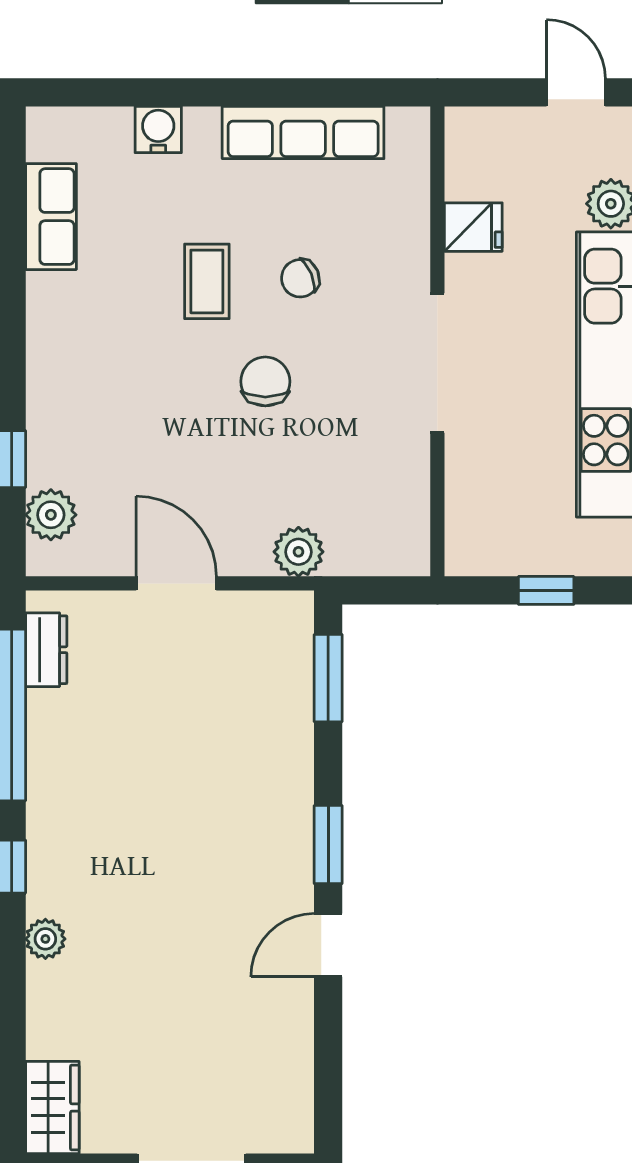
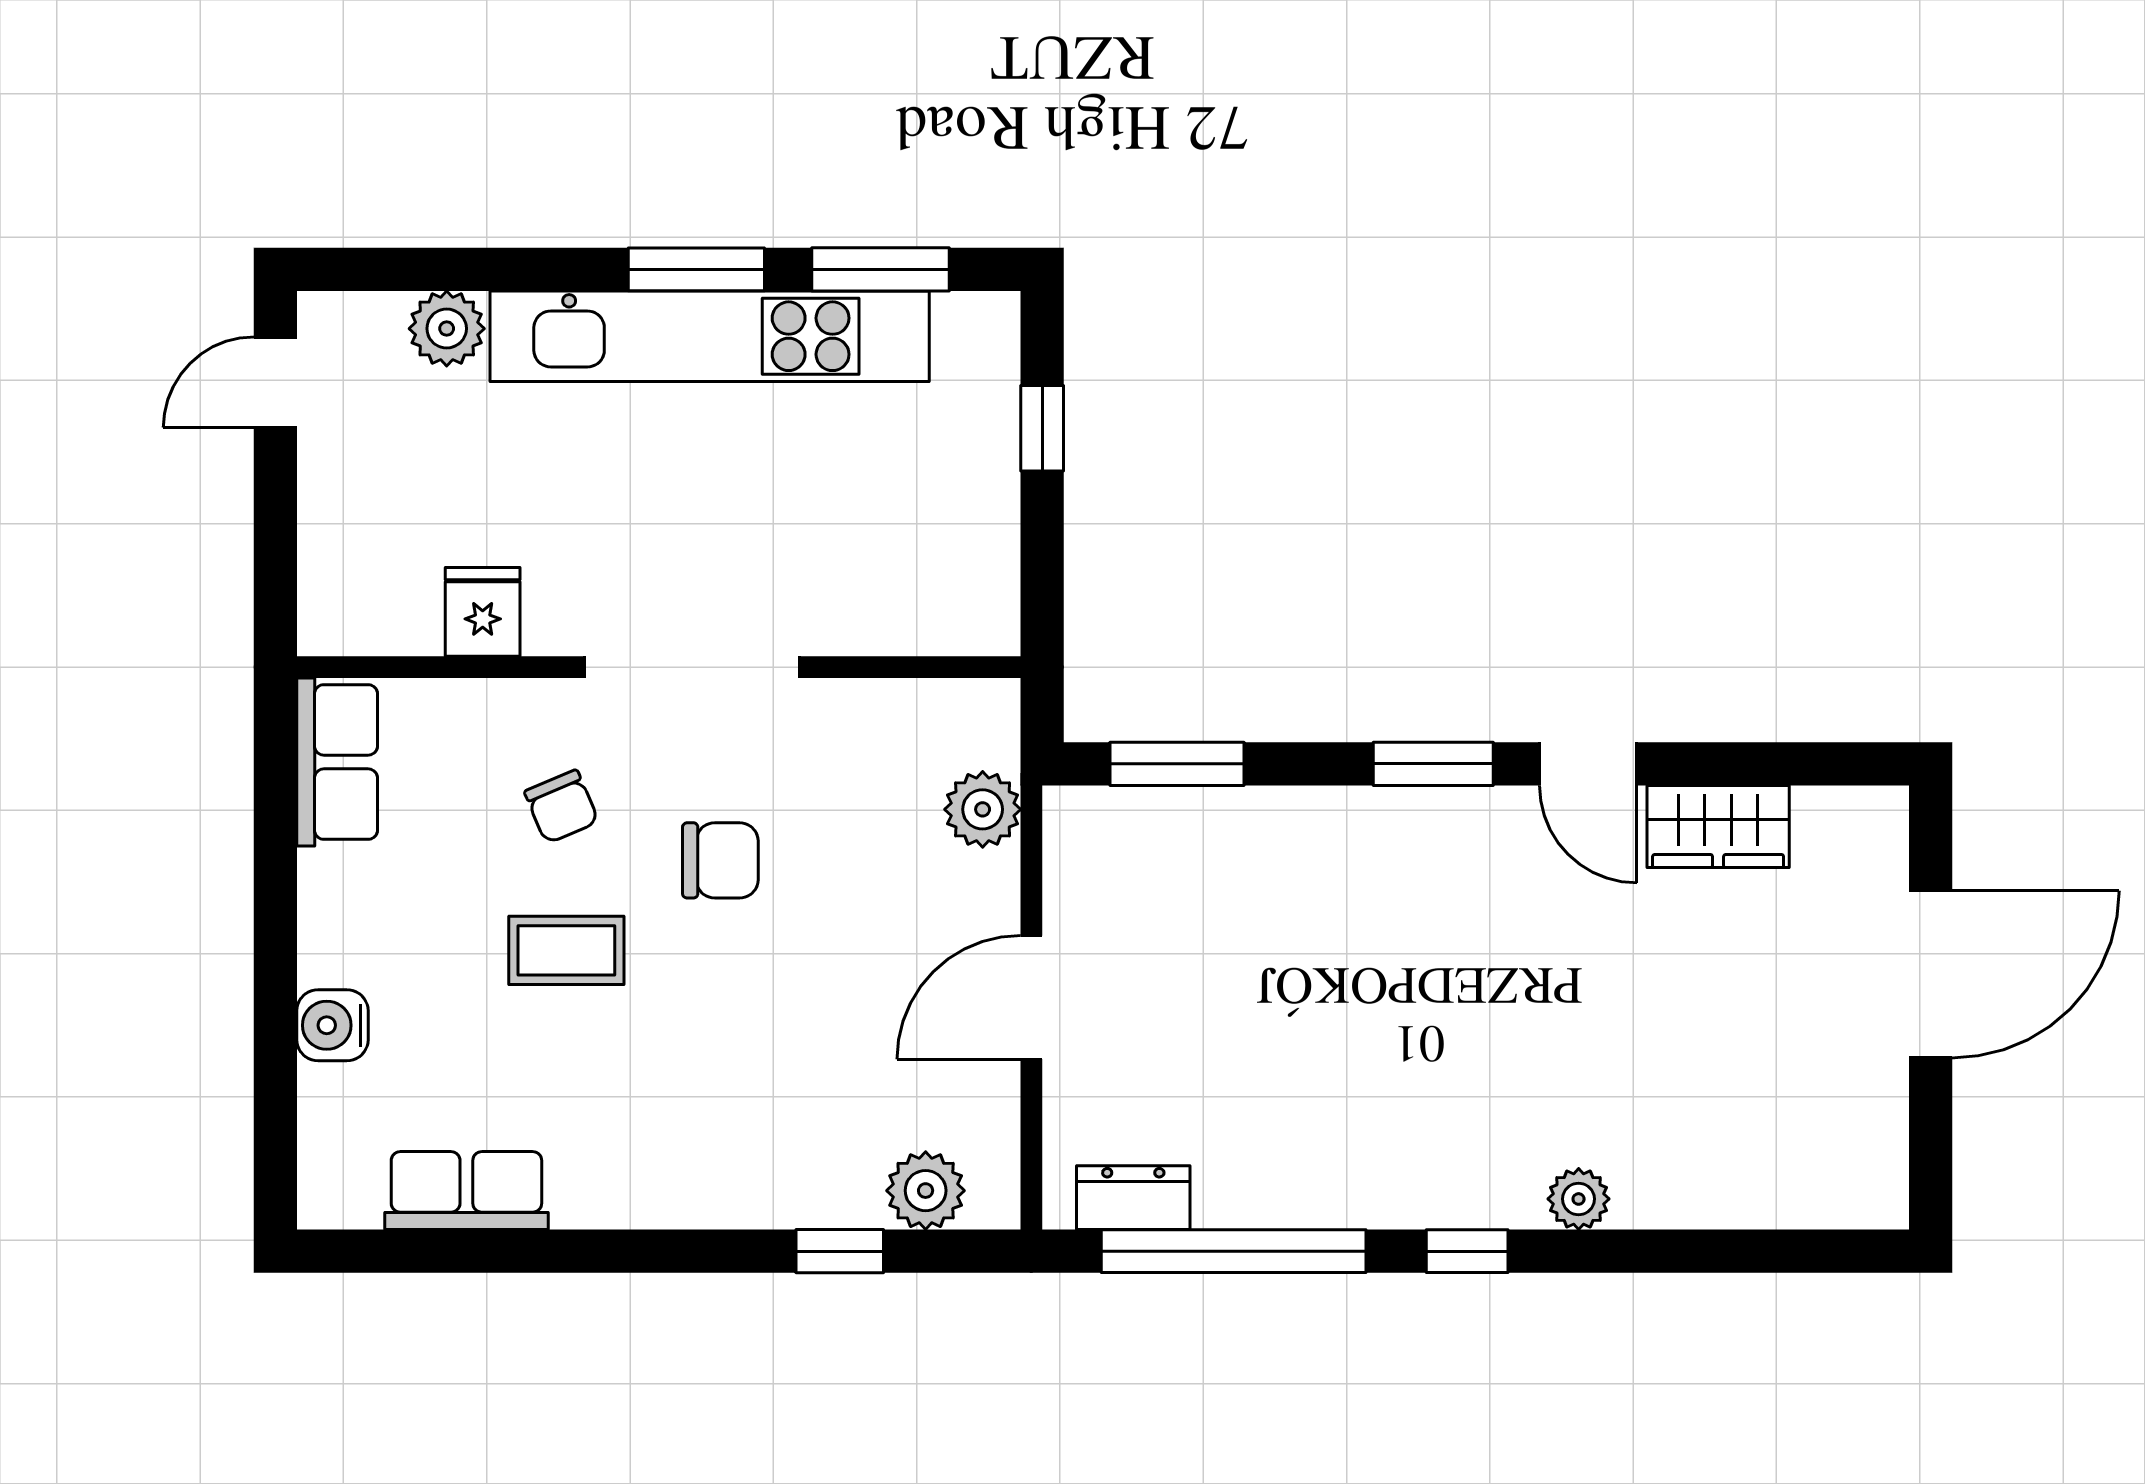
row of seats: (303, 133) -> (337, 762), width x0.68
fridge: (473, 227) -> (483, 612), moved
wall: (437, 341) -> (659, 667), moved
doorway: (437, 363) -> (692, 667), moved
chair: (265, 381) -> (720, 860), turned 180
wardrobe: (52, 1107) -> (1718, 826), moved, turned 180

